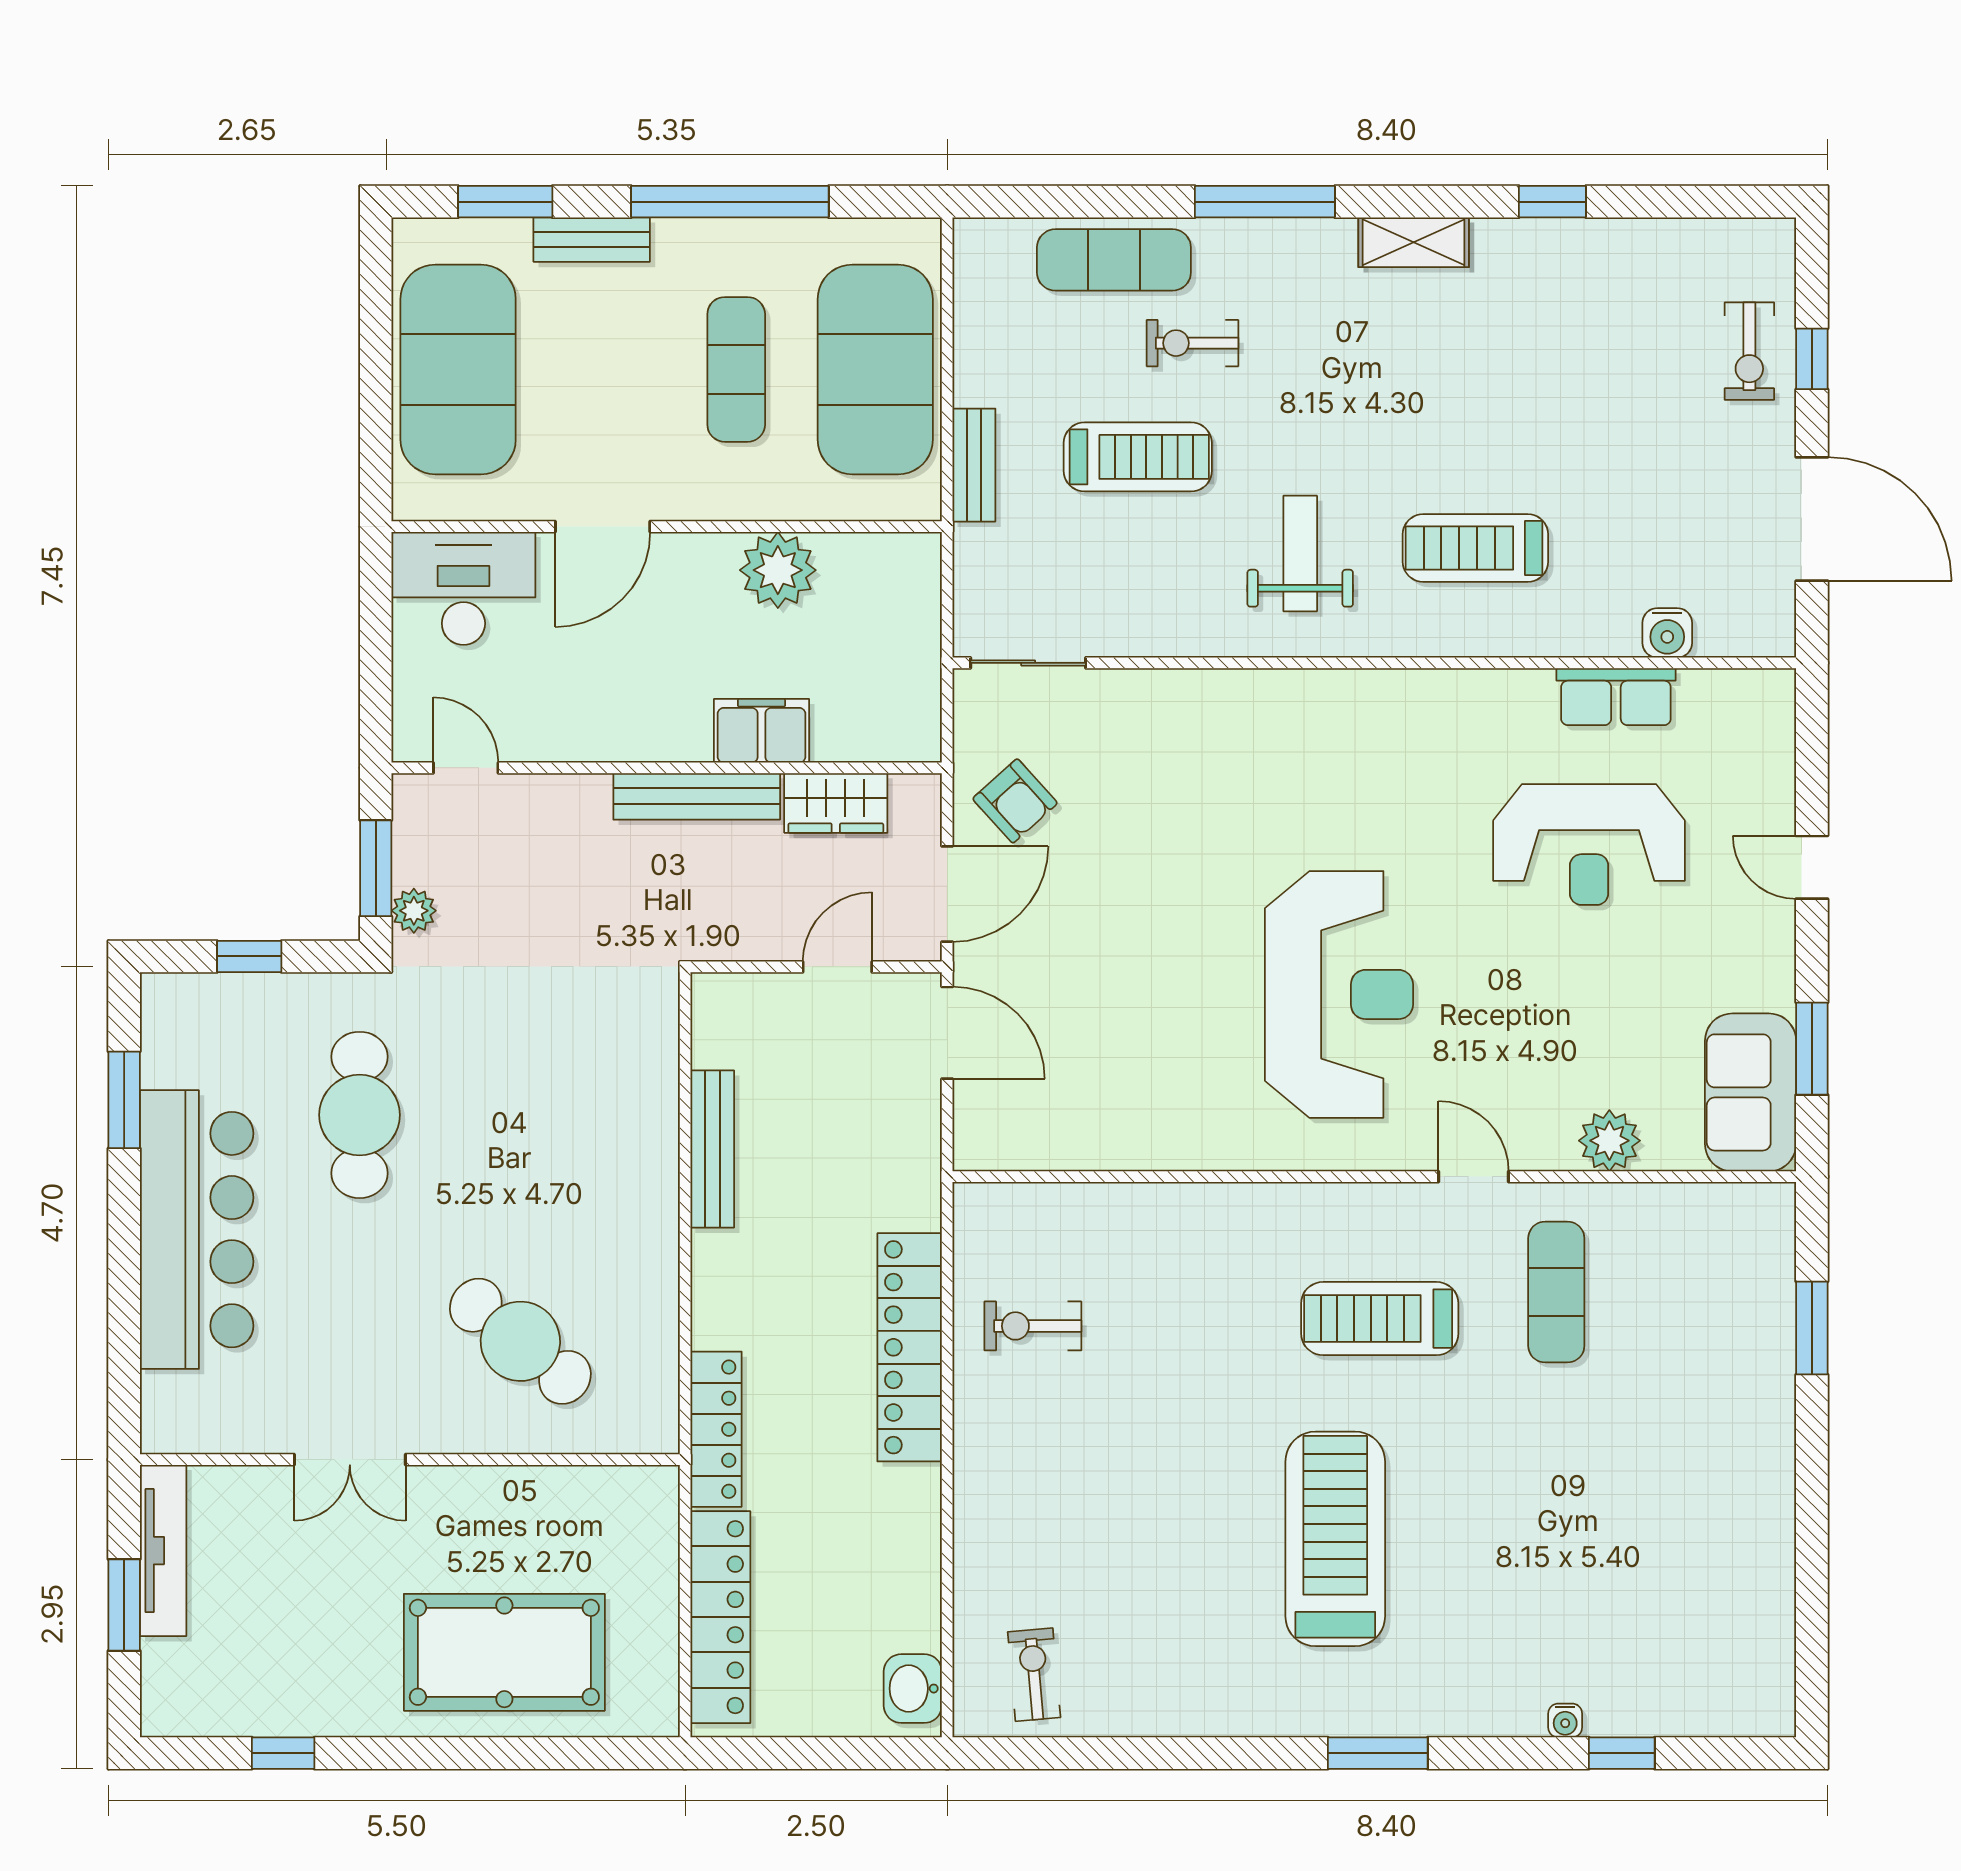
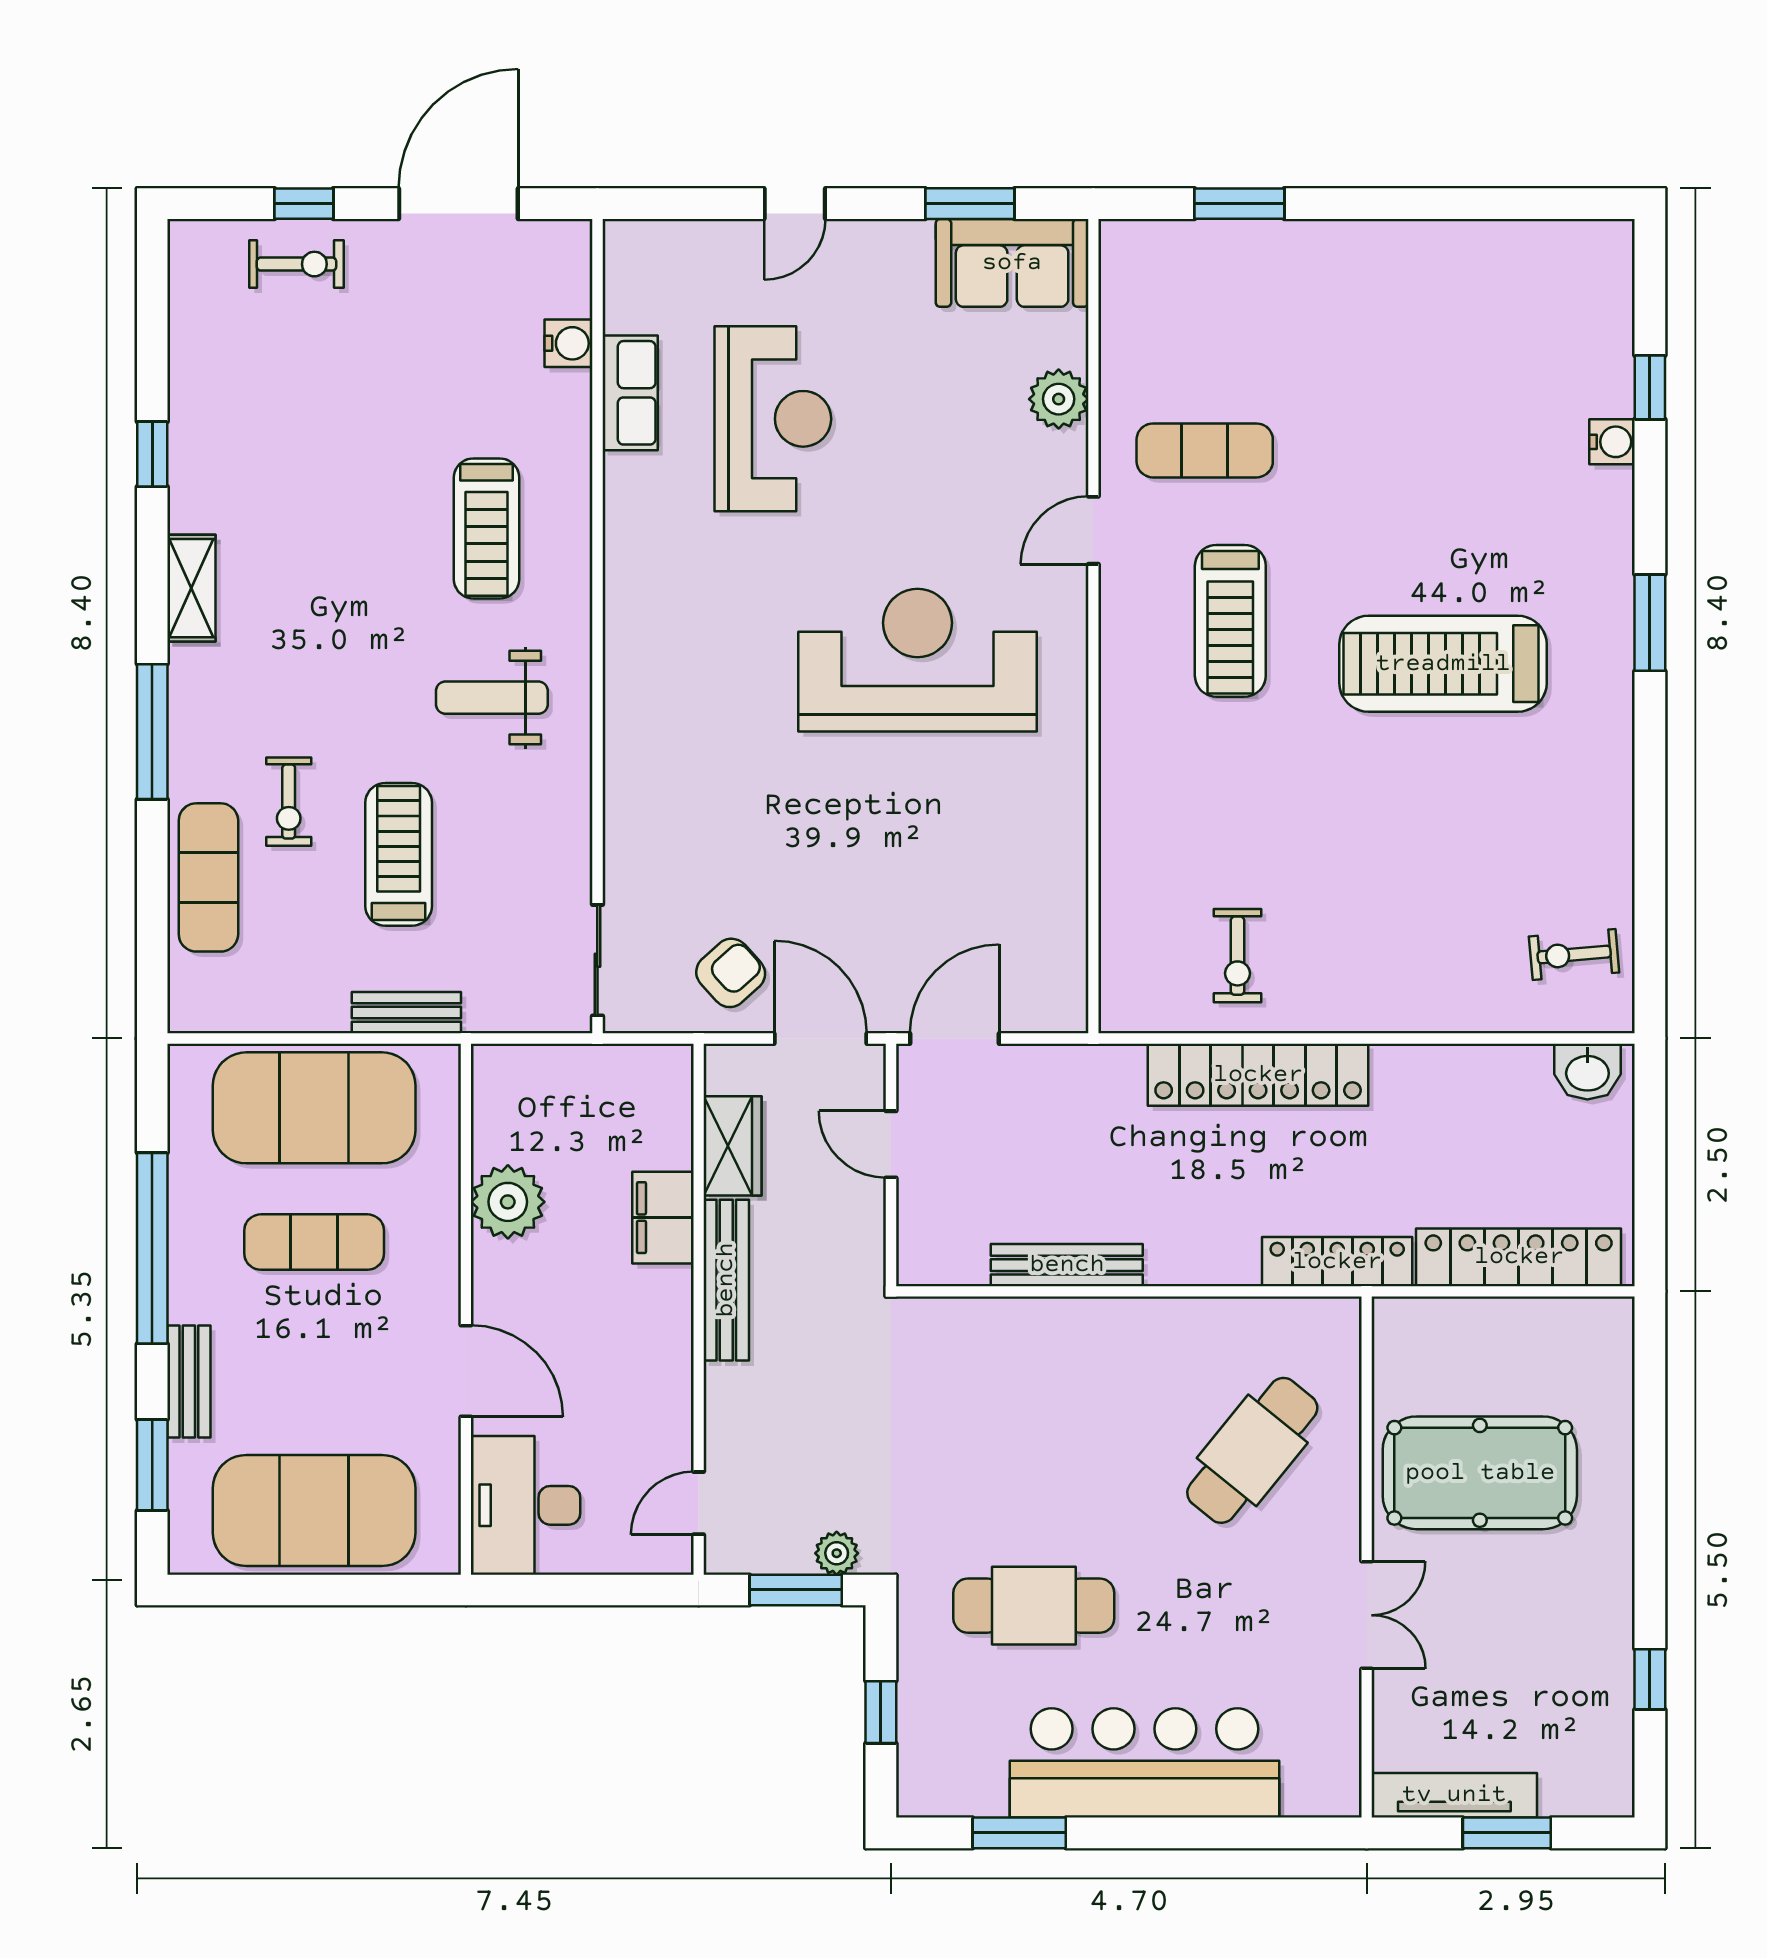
pool table: (504, 1652) -> (1480, 1473), moved, turned 90
water cooler: (1565, 1721) -> (1612, 442), width x1.38, depth x1.38

